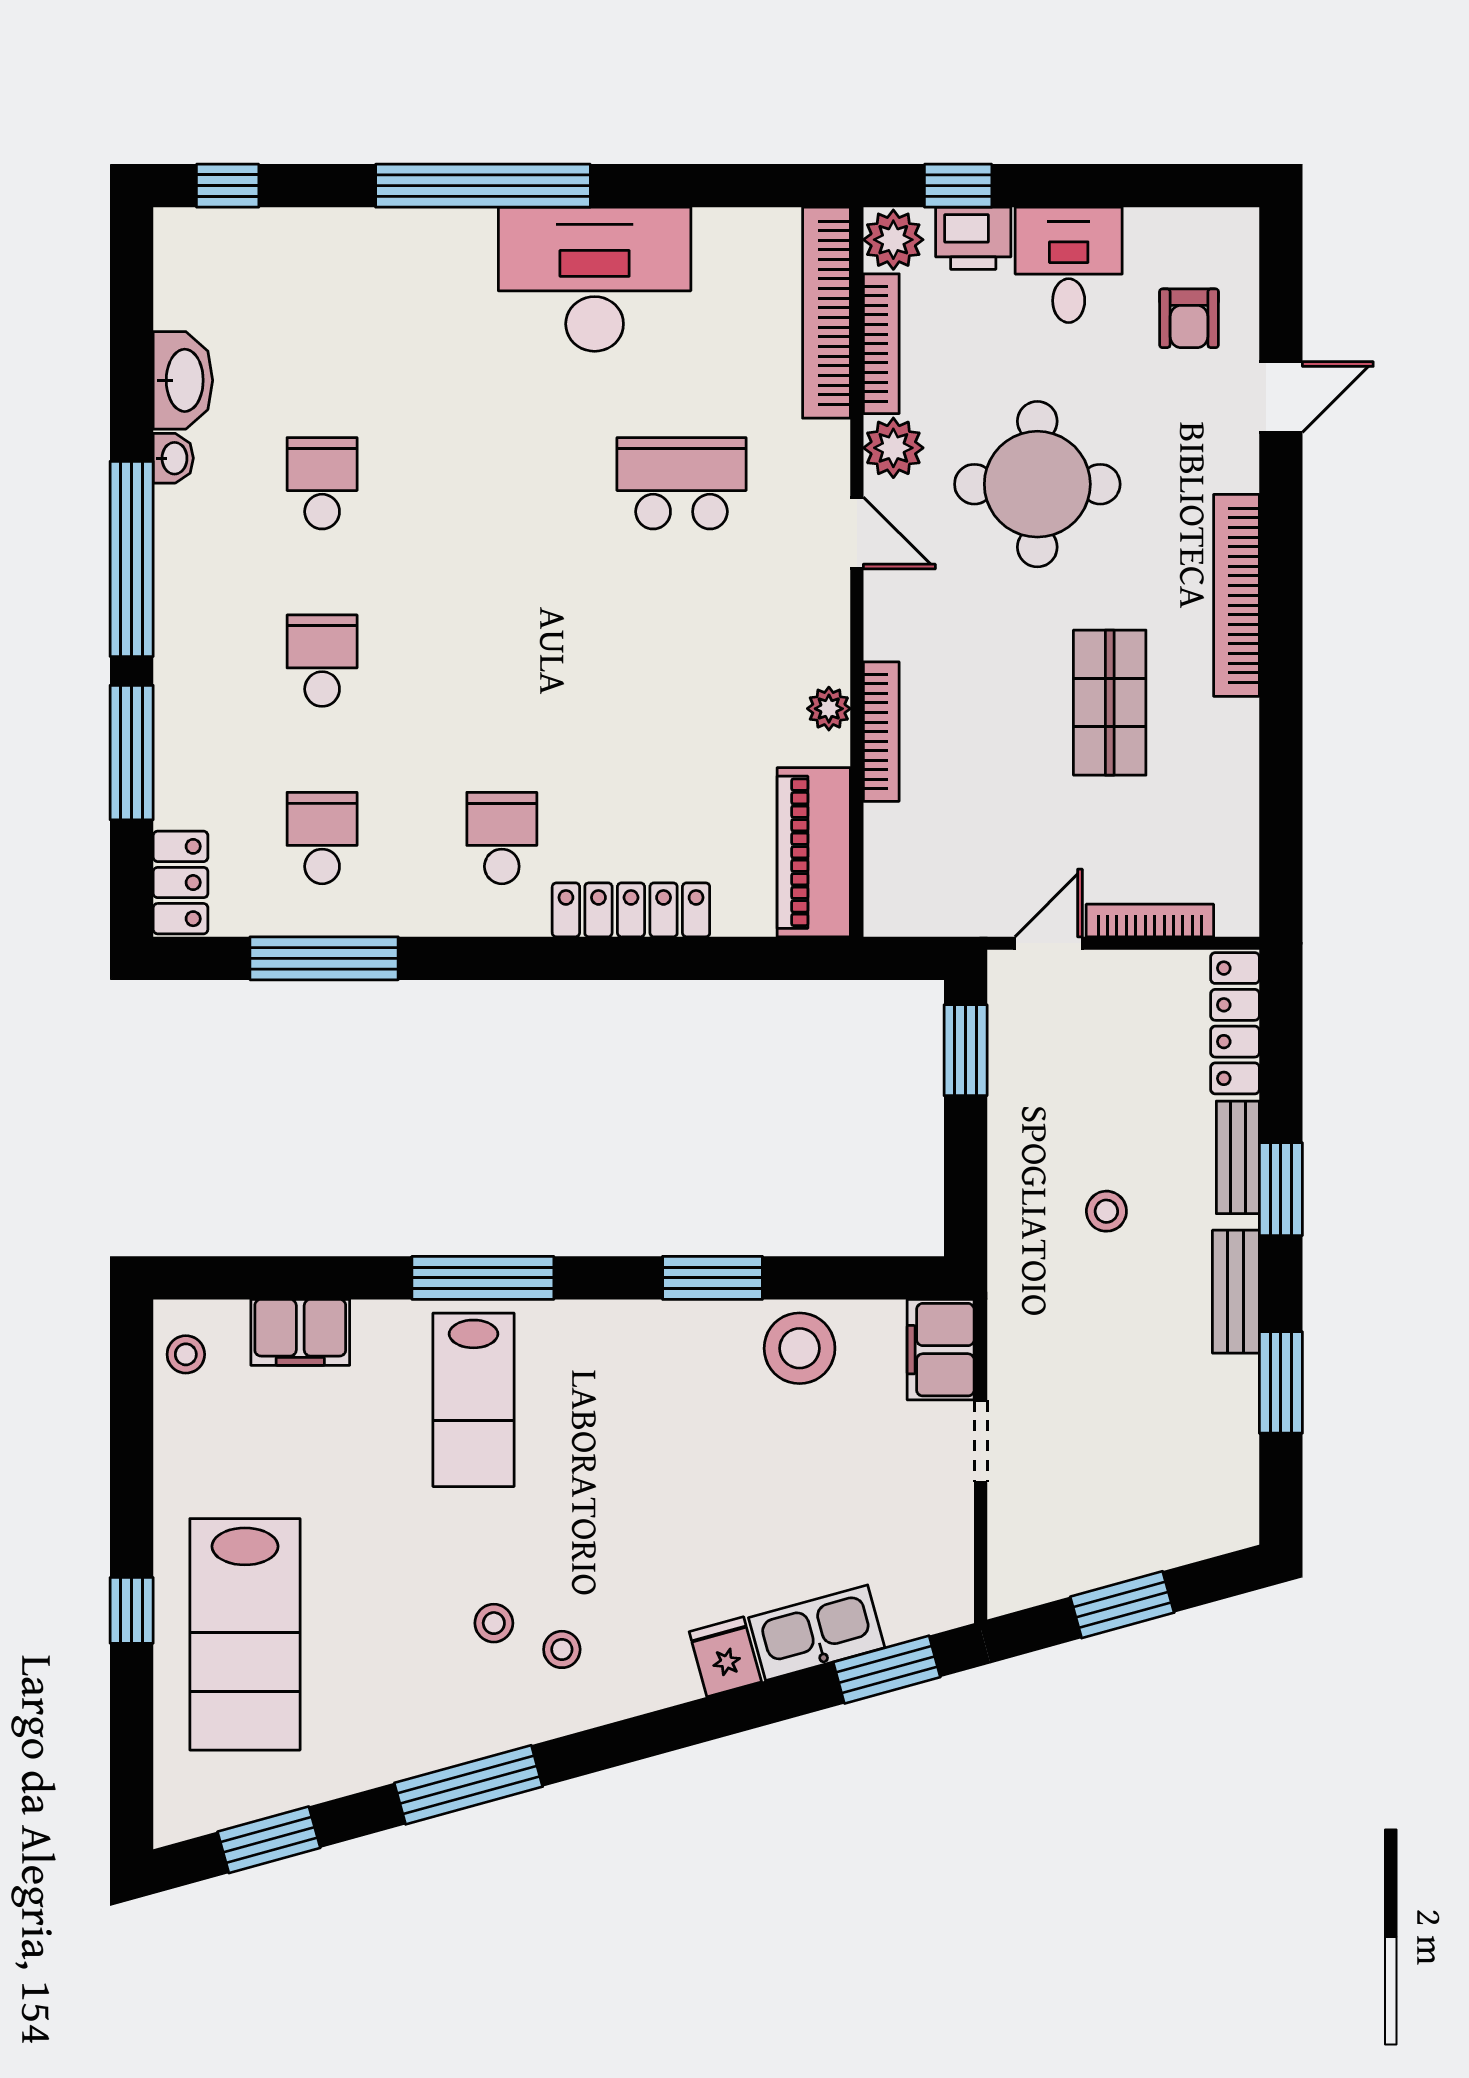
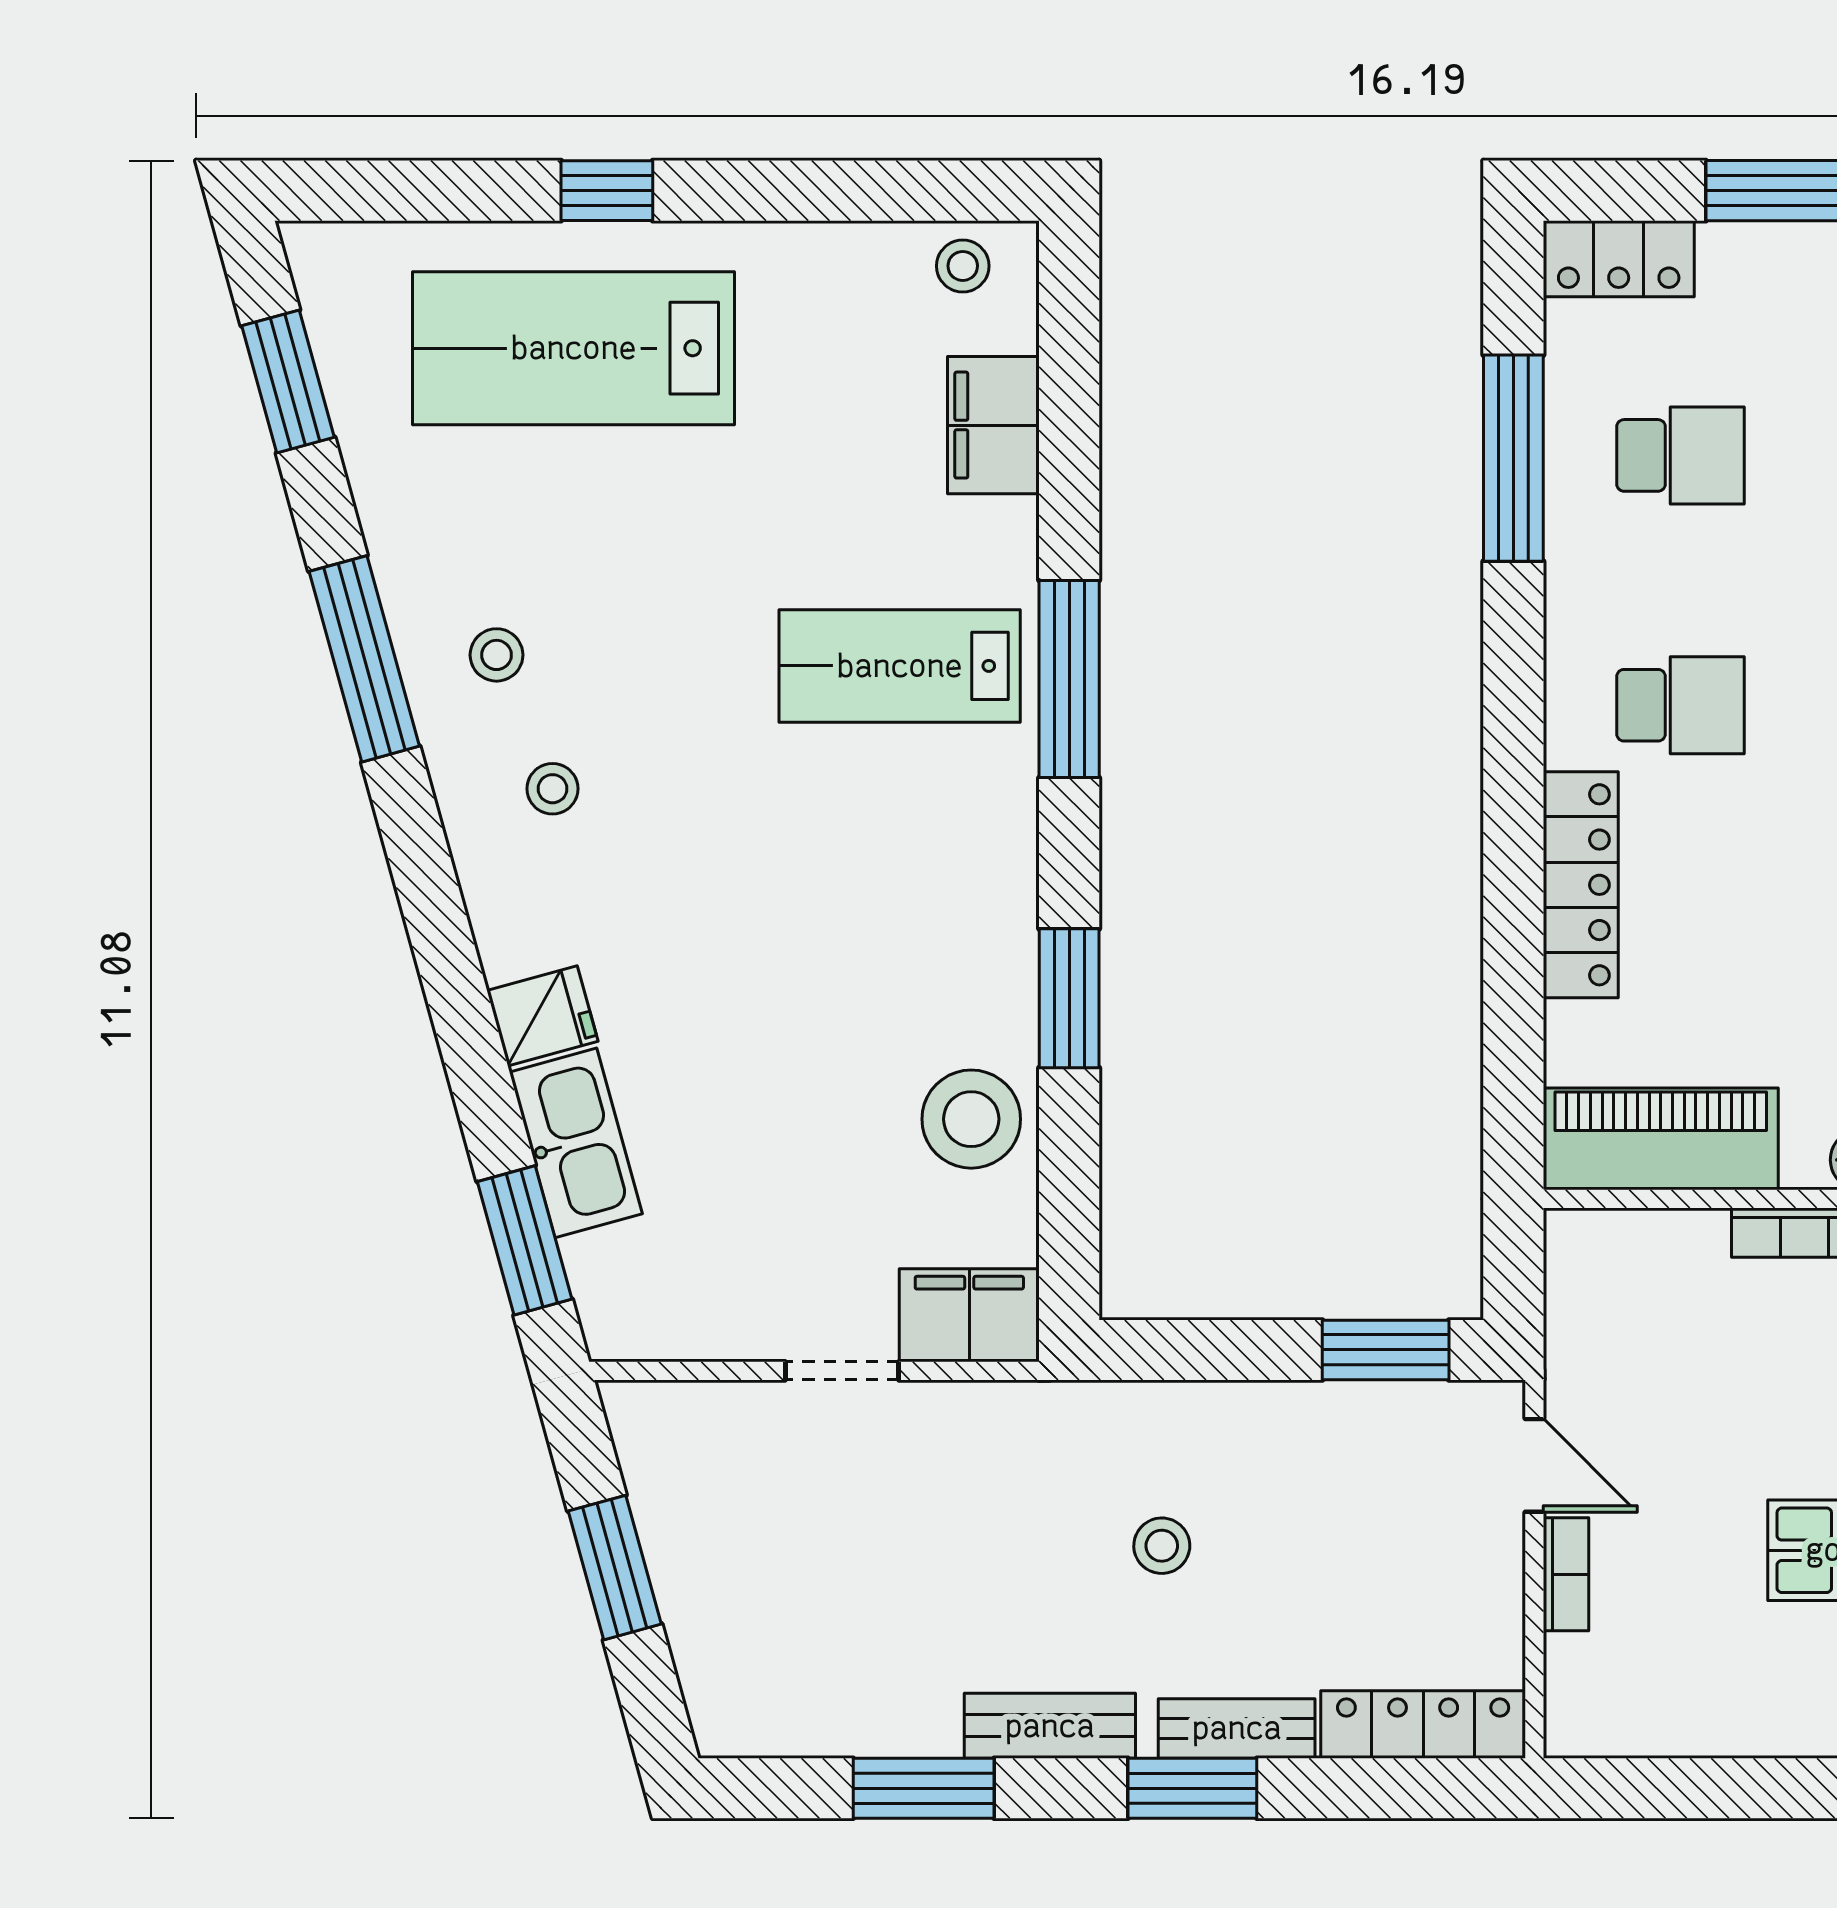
bookcase: (1150, 920) -> (1566, 1574), width x0.64
stool: (494, 1623) -> (497, 655), moved

